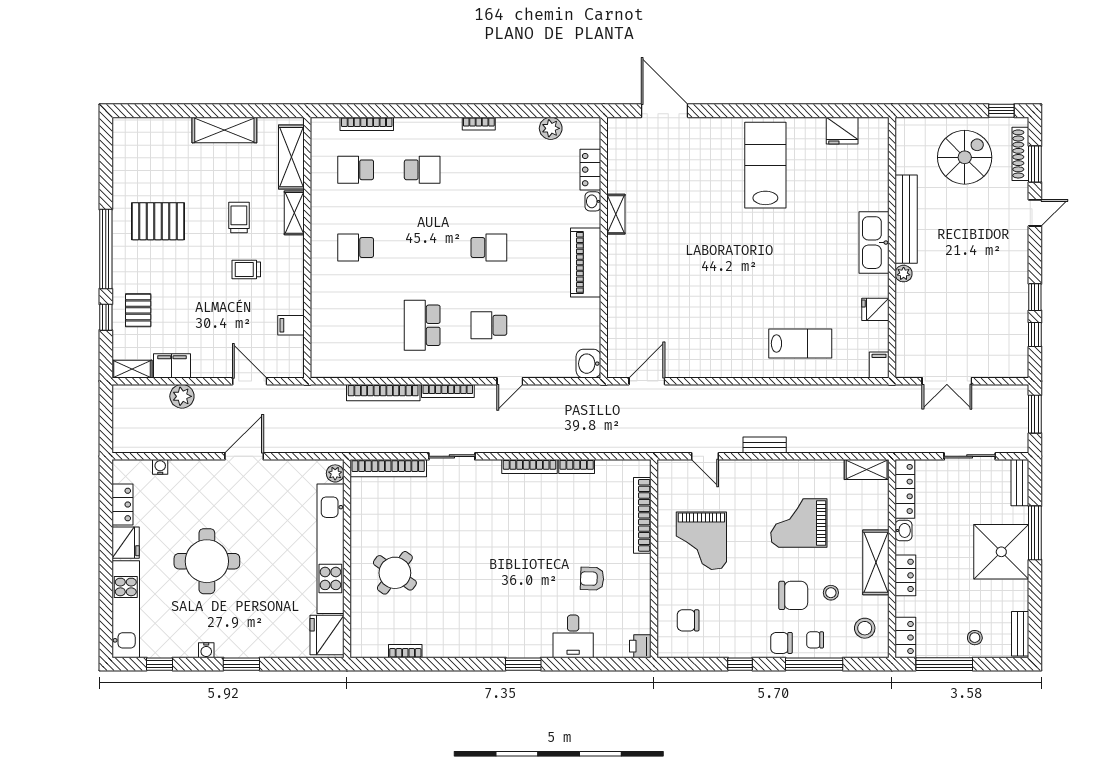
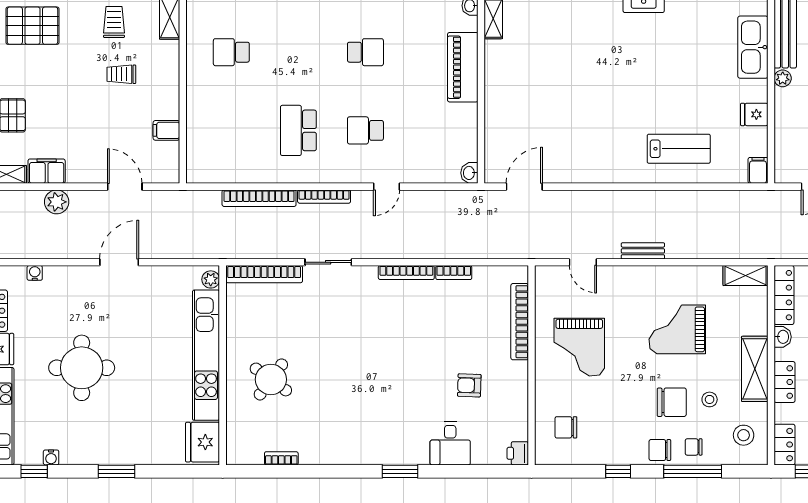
washbasin: (588, 364) -> (469, 173), width x0.72, depth x0.69
water cooler: (206, 650) -> (51, 457), moved

